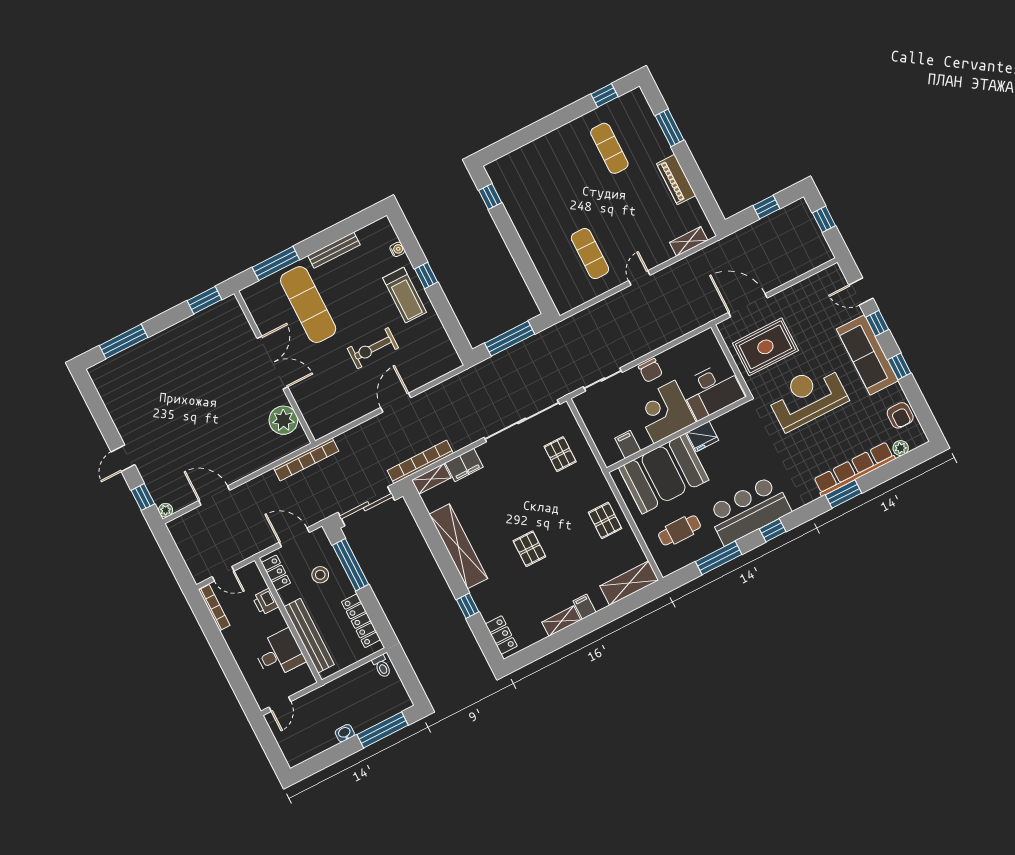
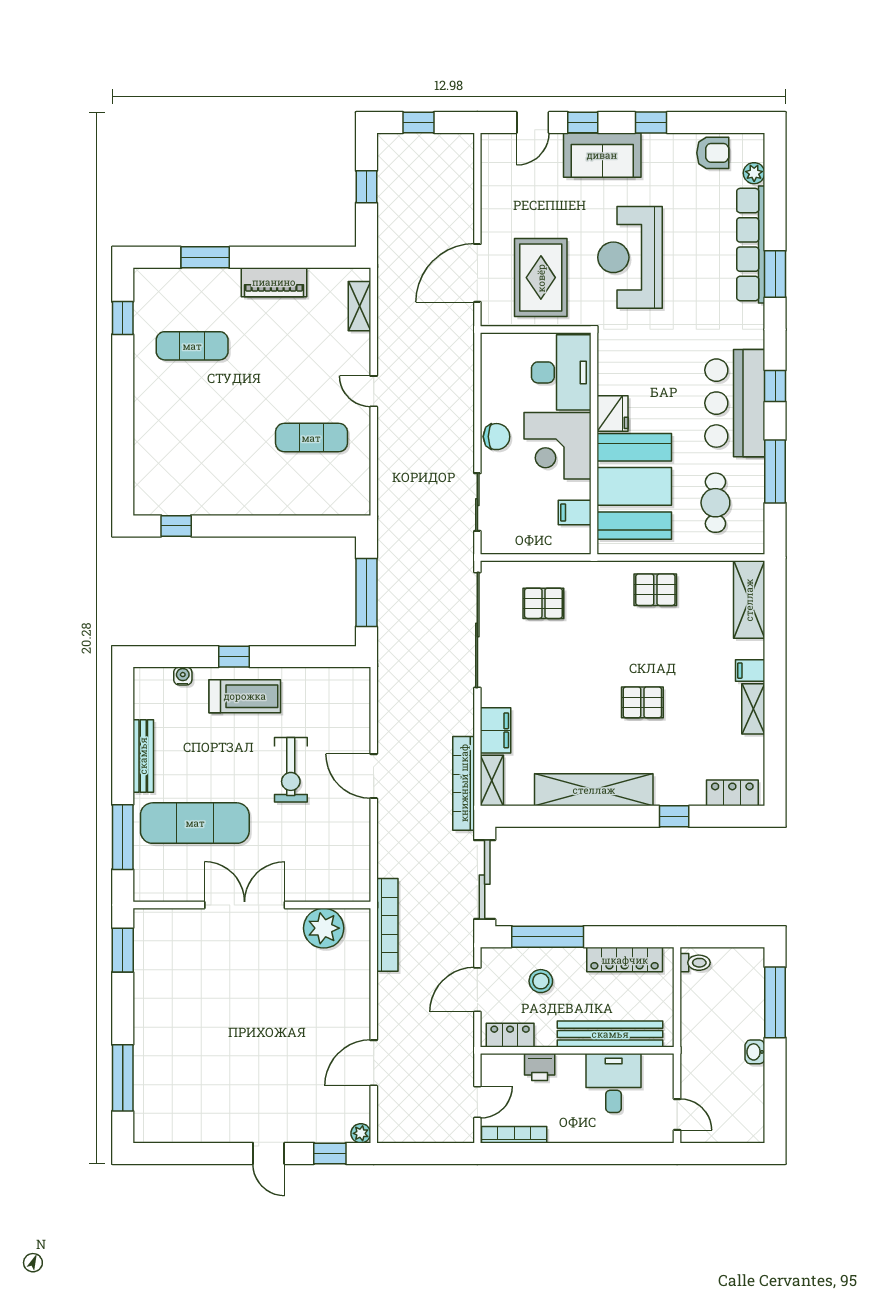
sofa: (867, 355) -> (602, 155), width x0.73

